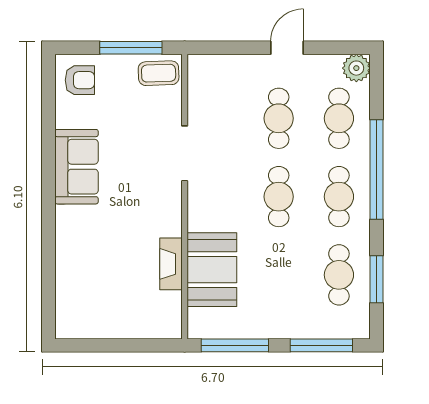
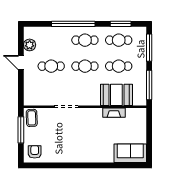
plant: (356, 68) -> (30, 45), moved
cafe table: (339, 118) -> (119, 66), moved
sofa: (76, 167) -> (130, 153), moved

